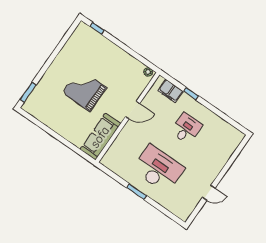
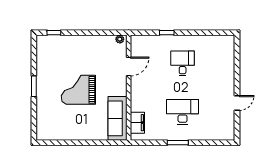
filing cabinet: (170, 91) -> (137, 123), moved, turned -90
window: (28, 92) -> (34, 86), moved
door: (133, 110) -> (129, 67), moved
desk: (158, 169) -> (183, 112), width x0.73, depth x0.77

